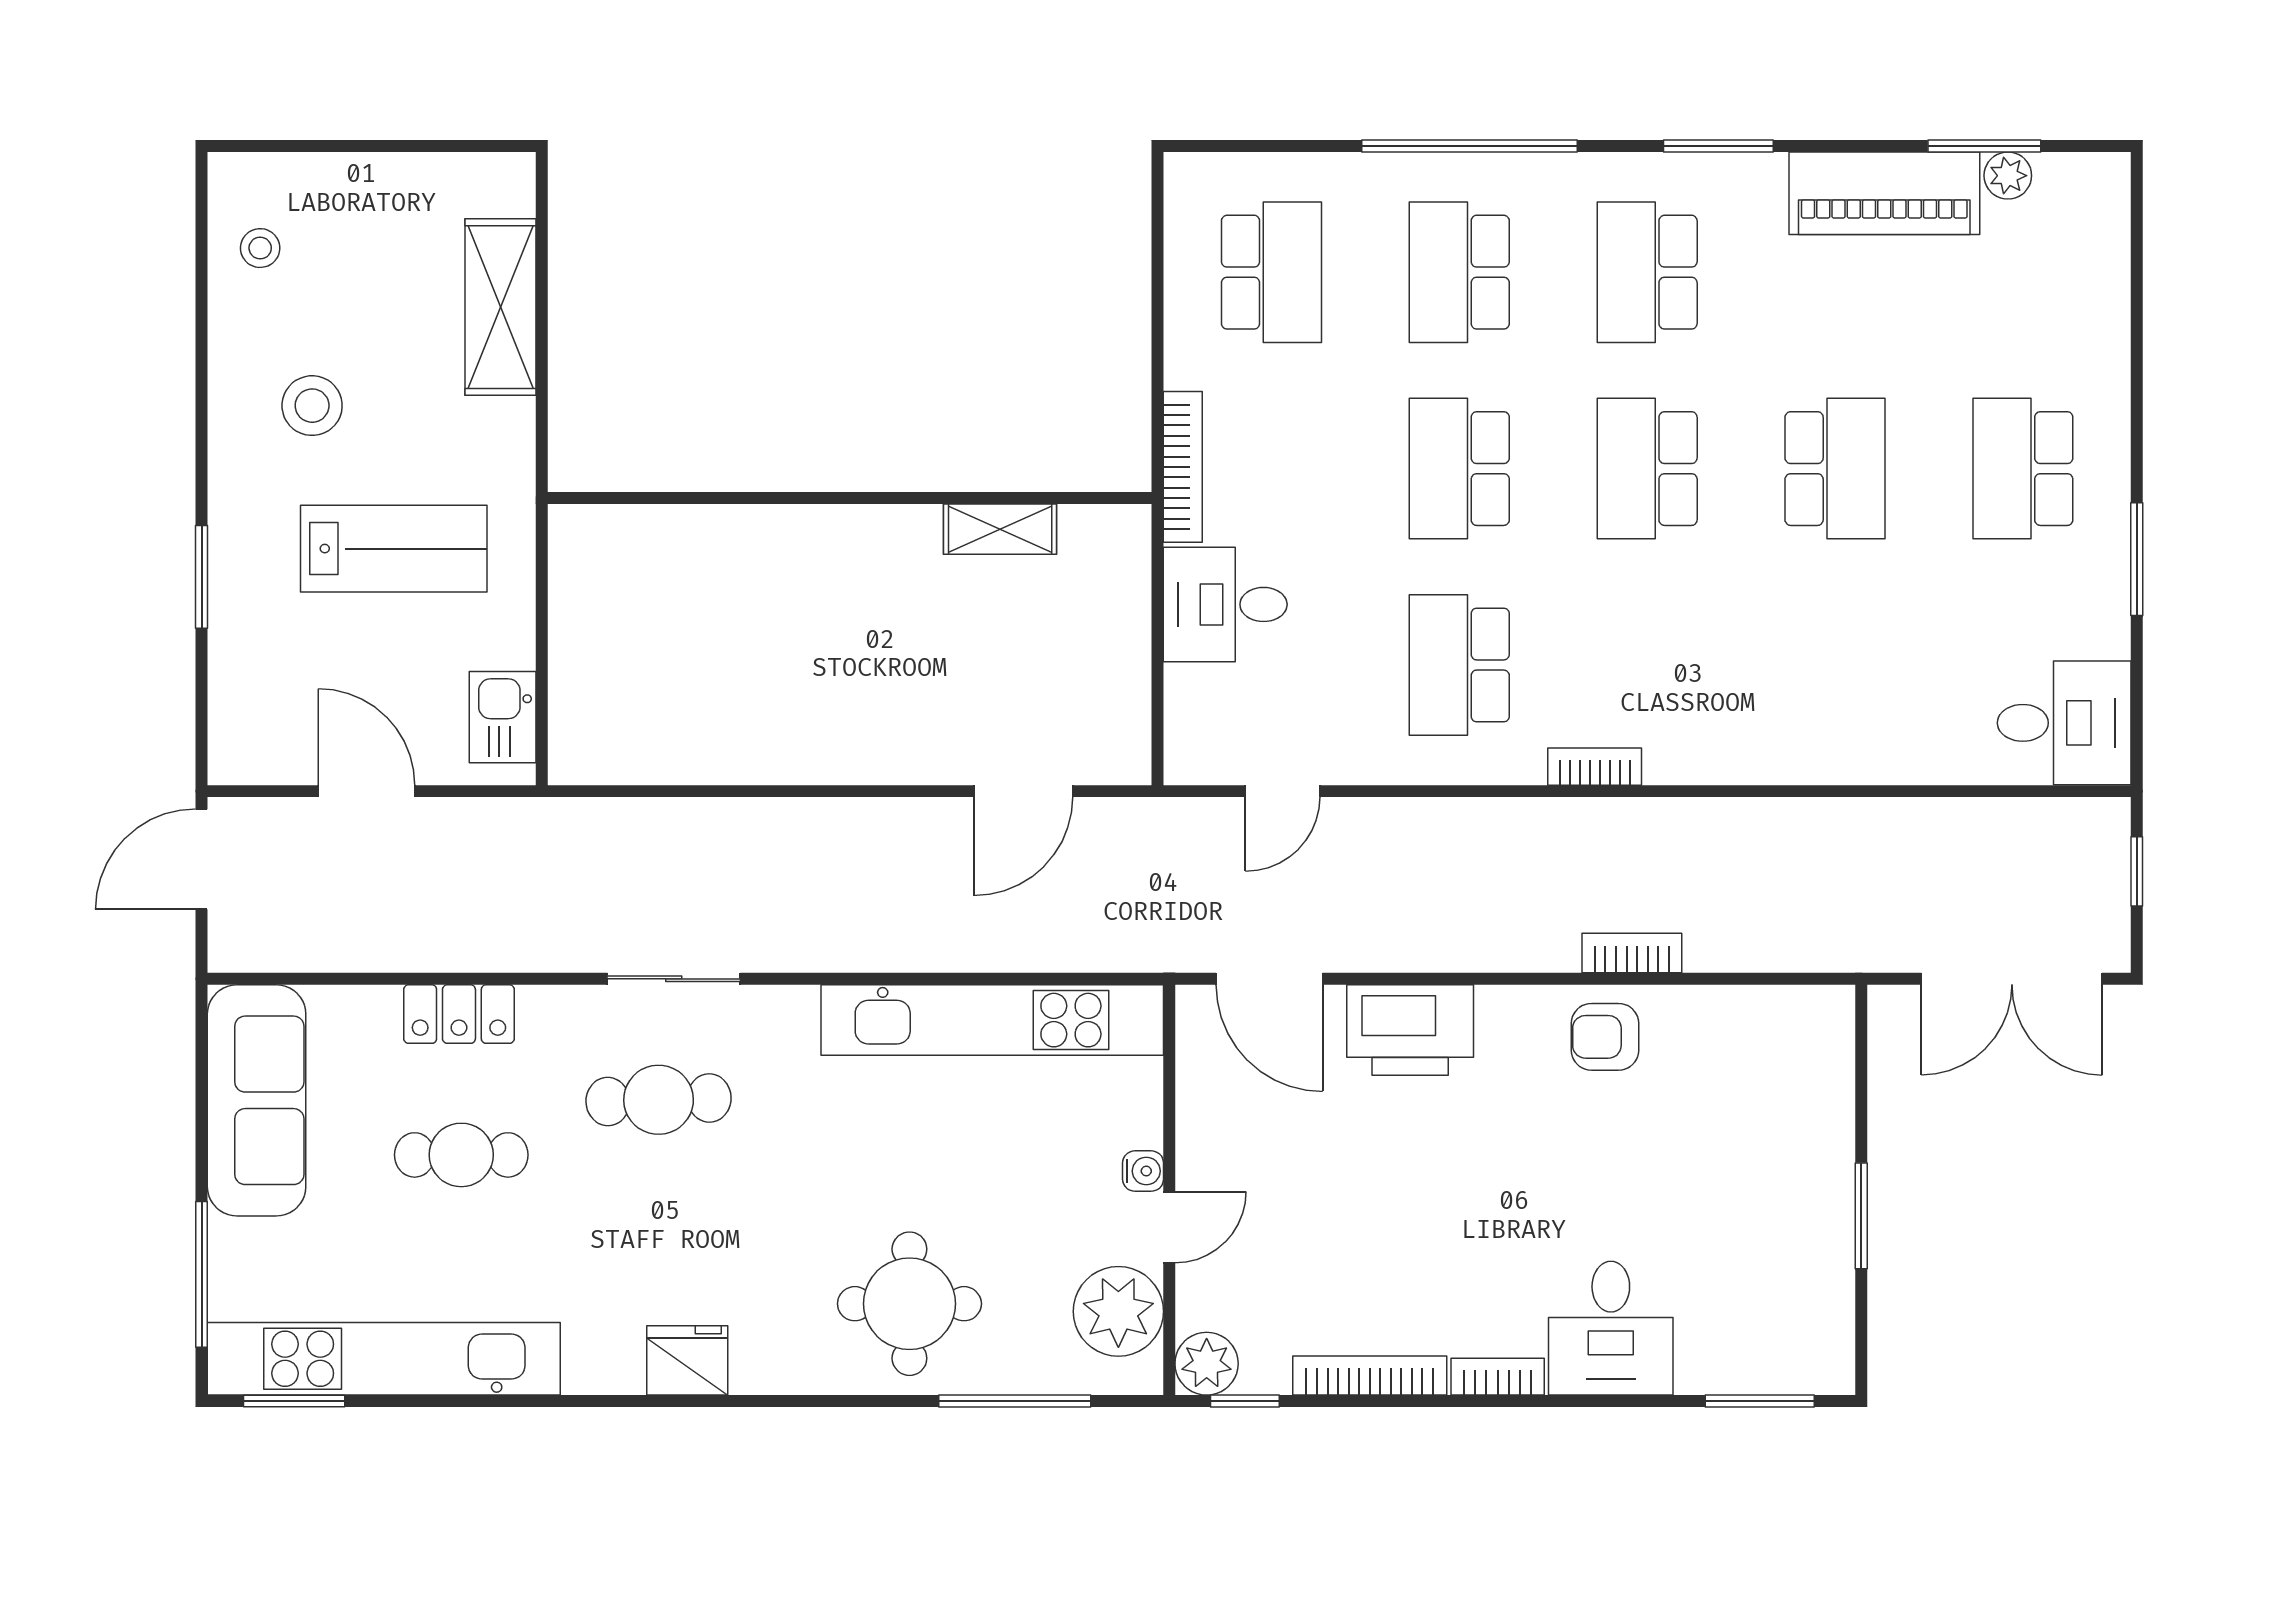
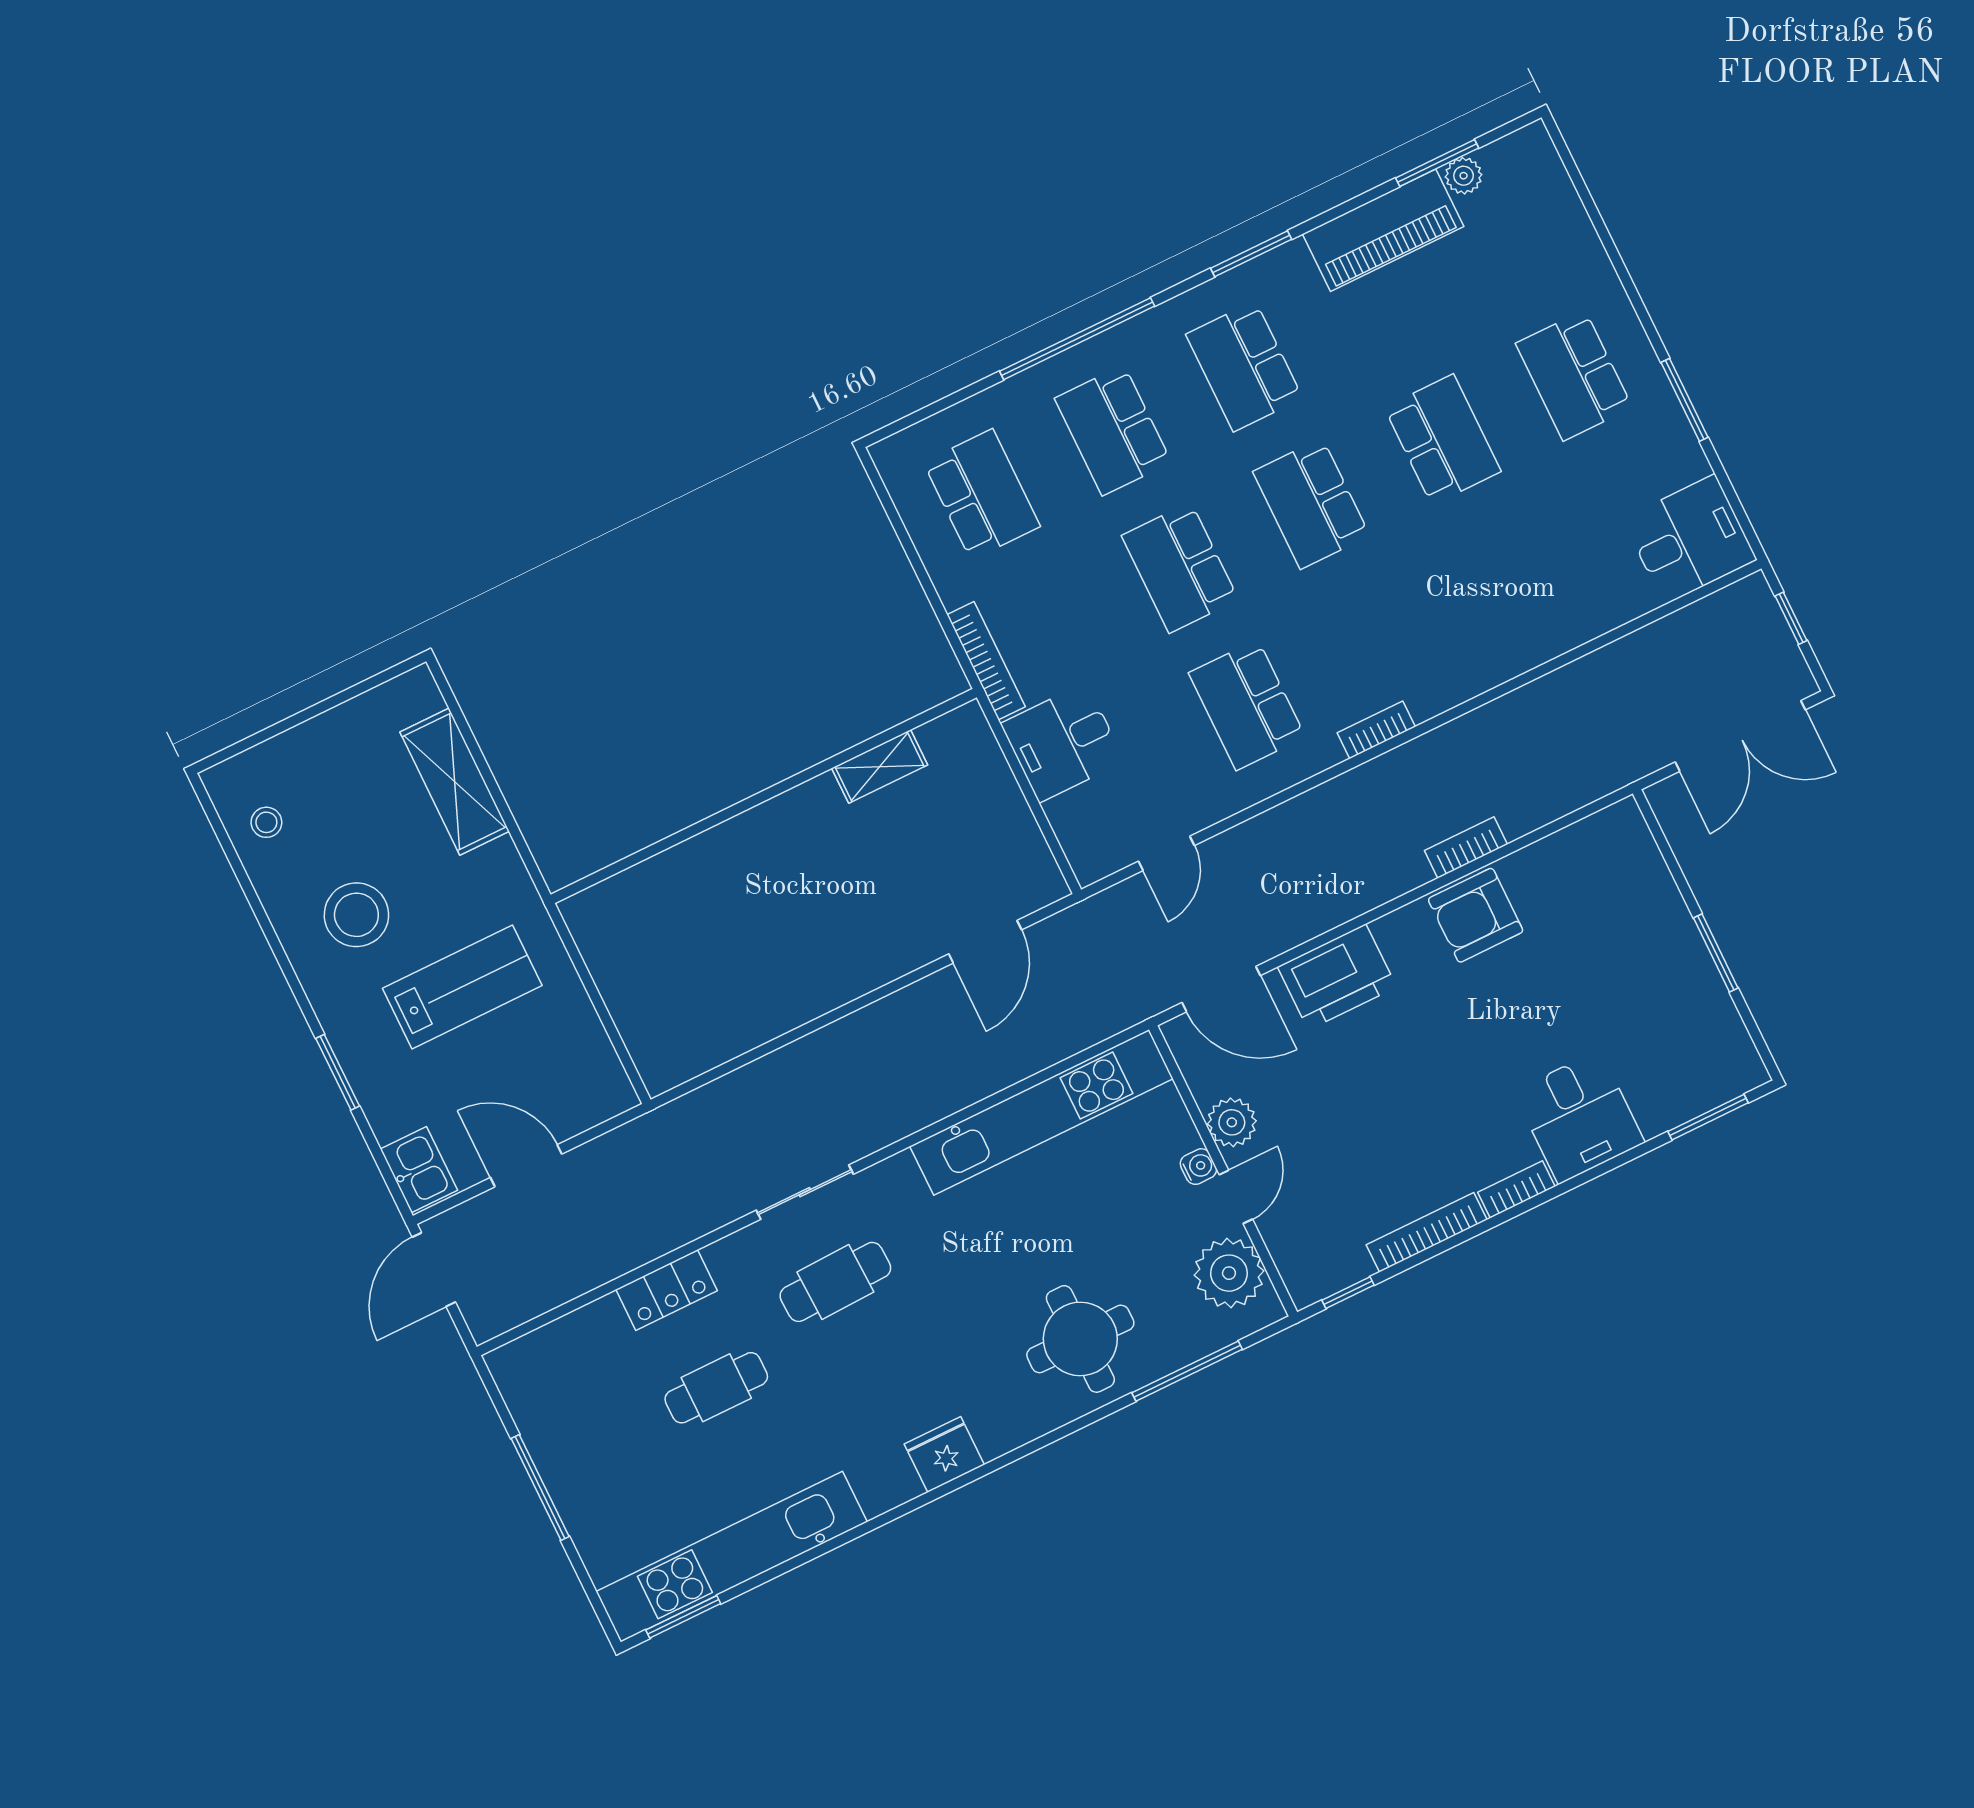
stool: (312, 406) -> (356, 915), width x1.38, depth x1.38
kitchen sink: (503, 717) -> (419, 1170), moved, turned 180
armchair: (1605, 1037) -> (1476, 915), width x1.38, depth x1.38
sofa: (257, 1100) -> (555, 1419), removed
window: (202, 1274) -> (540, 1487), moved
plant: (1207, 1364) -> (1232, 1122), moved

